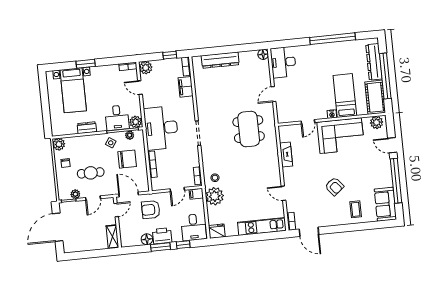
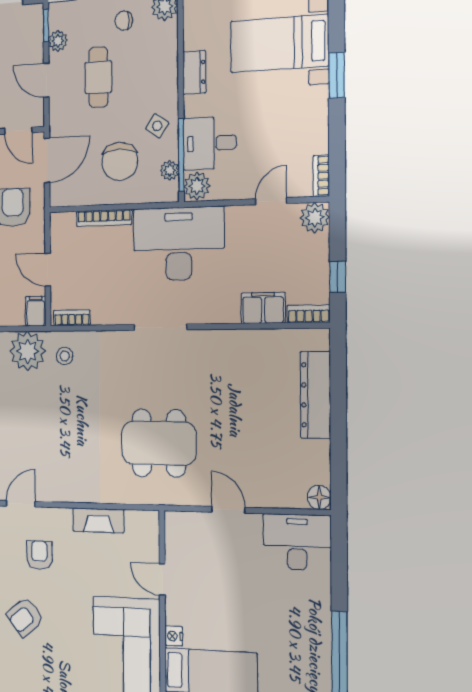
armchair: (305, 182) -> (39, 555), added

